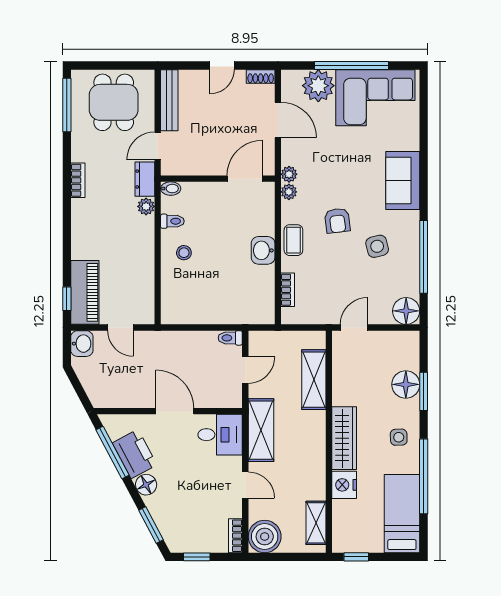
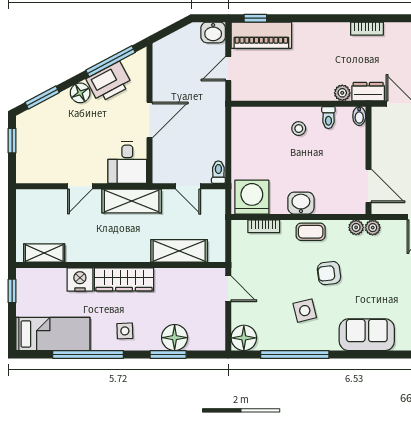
washing machine: (257, 302) -> (252, 197), added
bookcase: (235, 536) -> (32, 177), removed
boiler: (265, 537) -> (31, 205), removed

